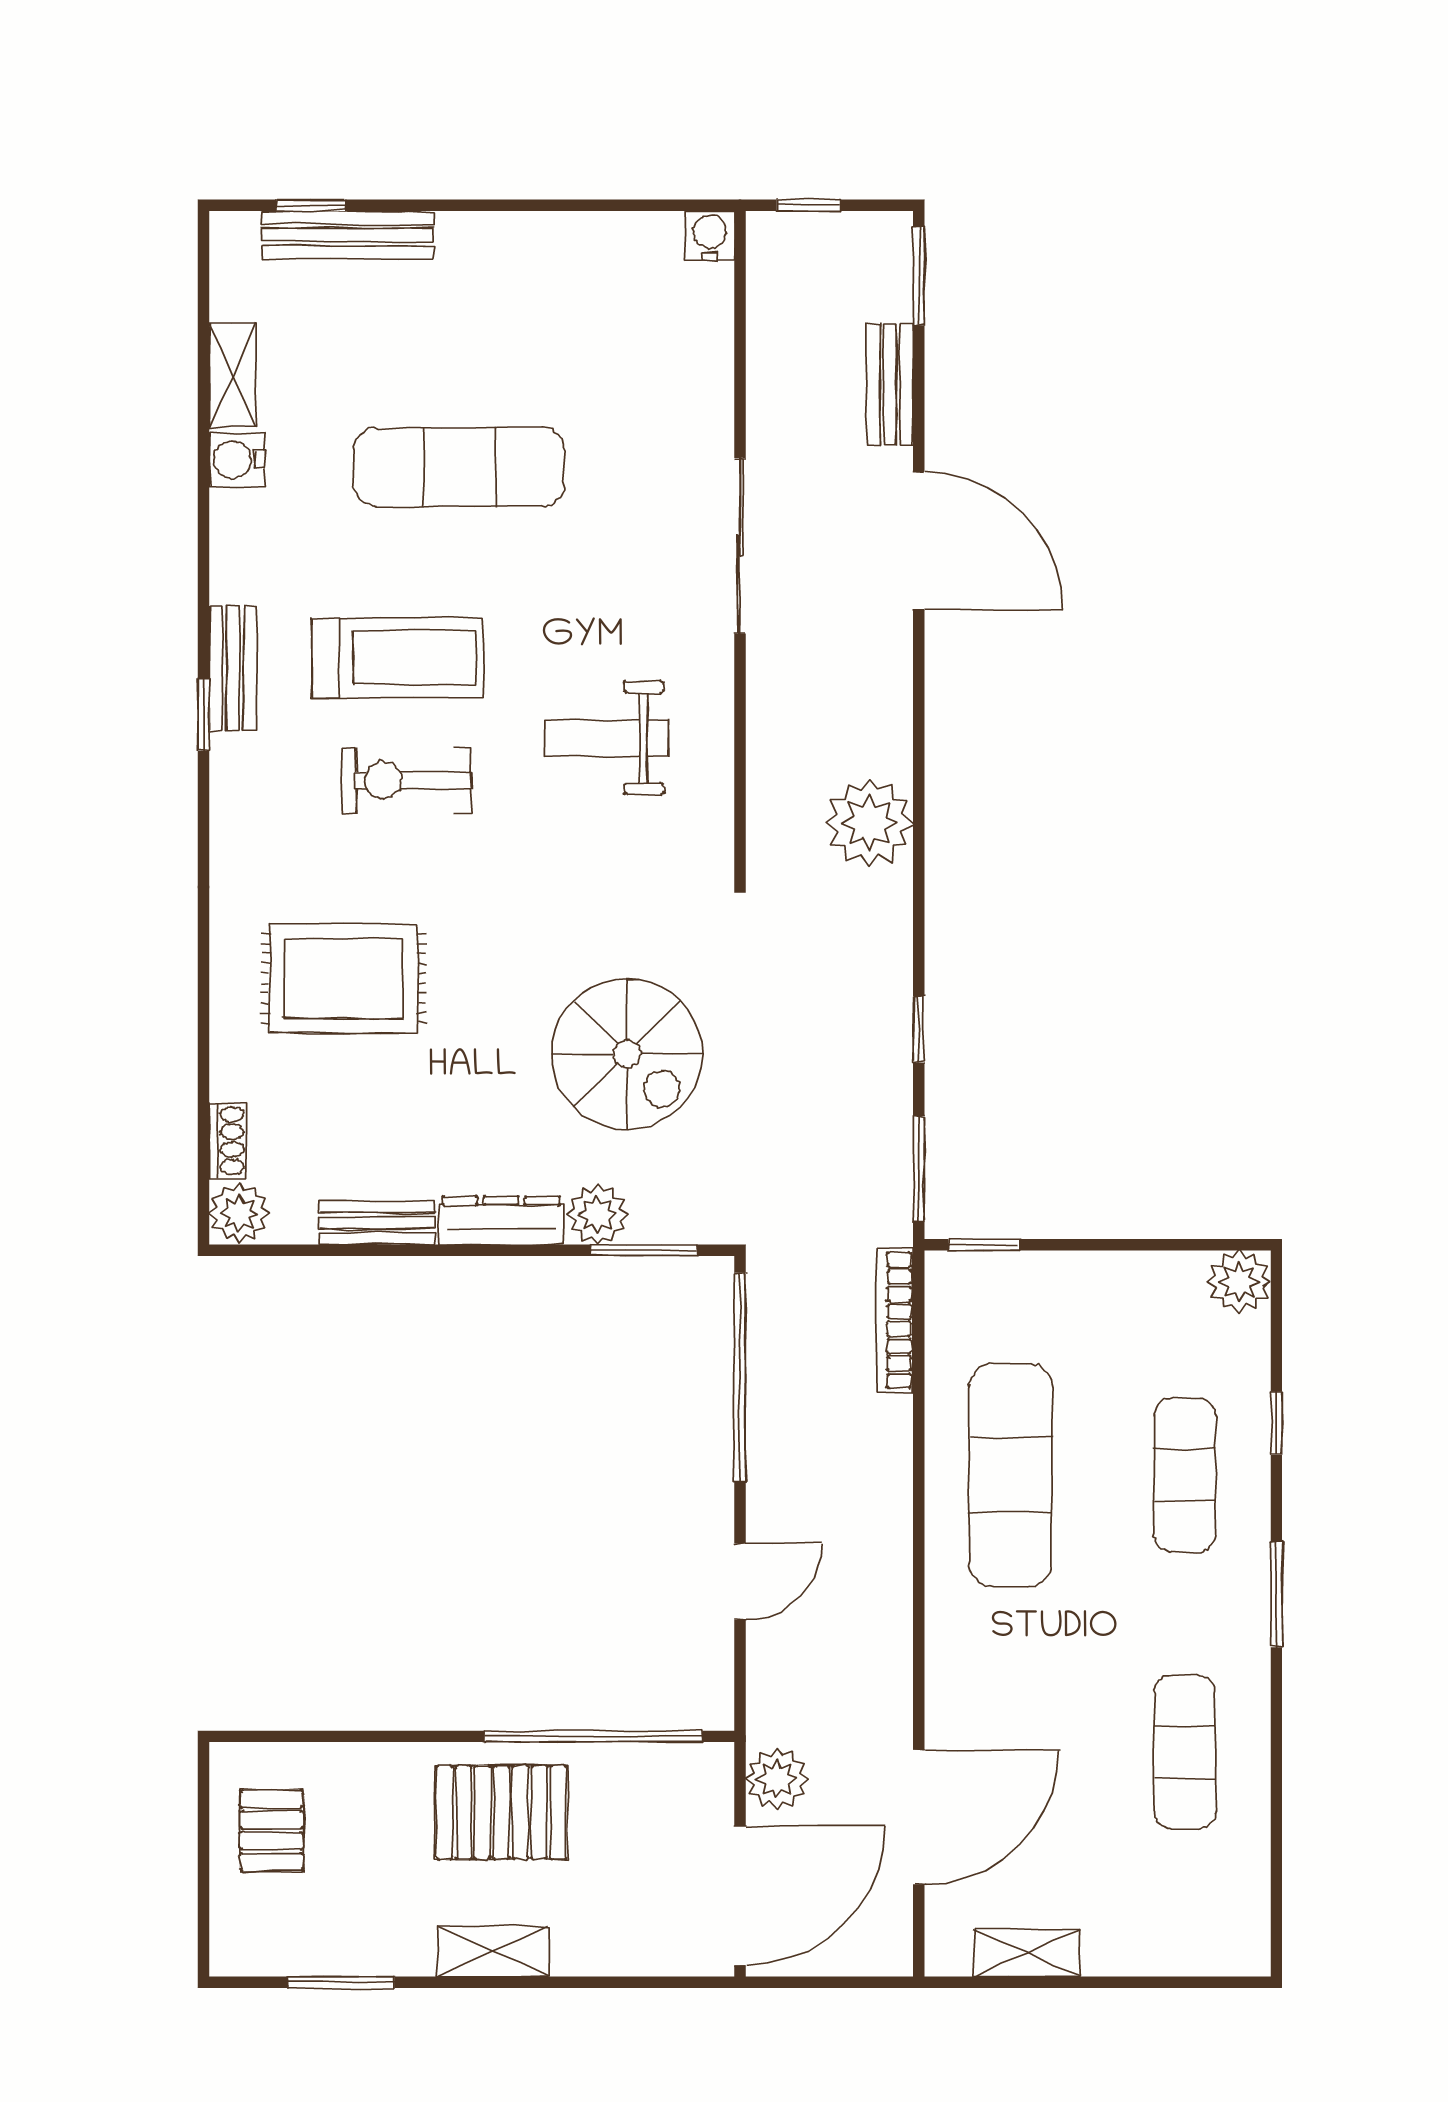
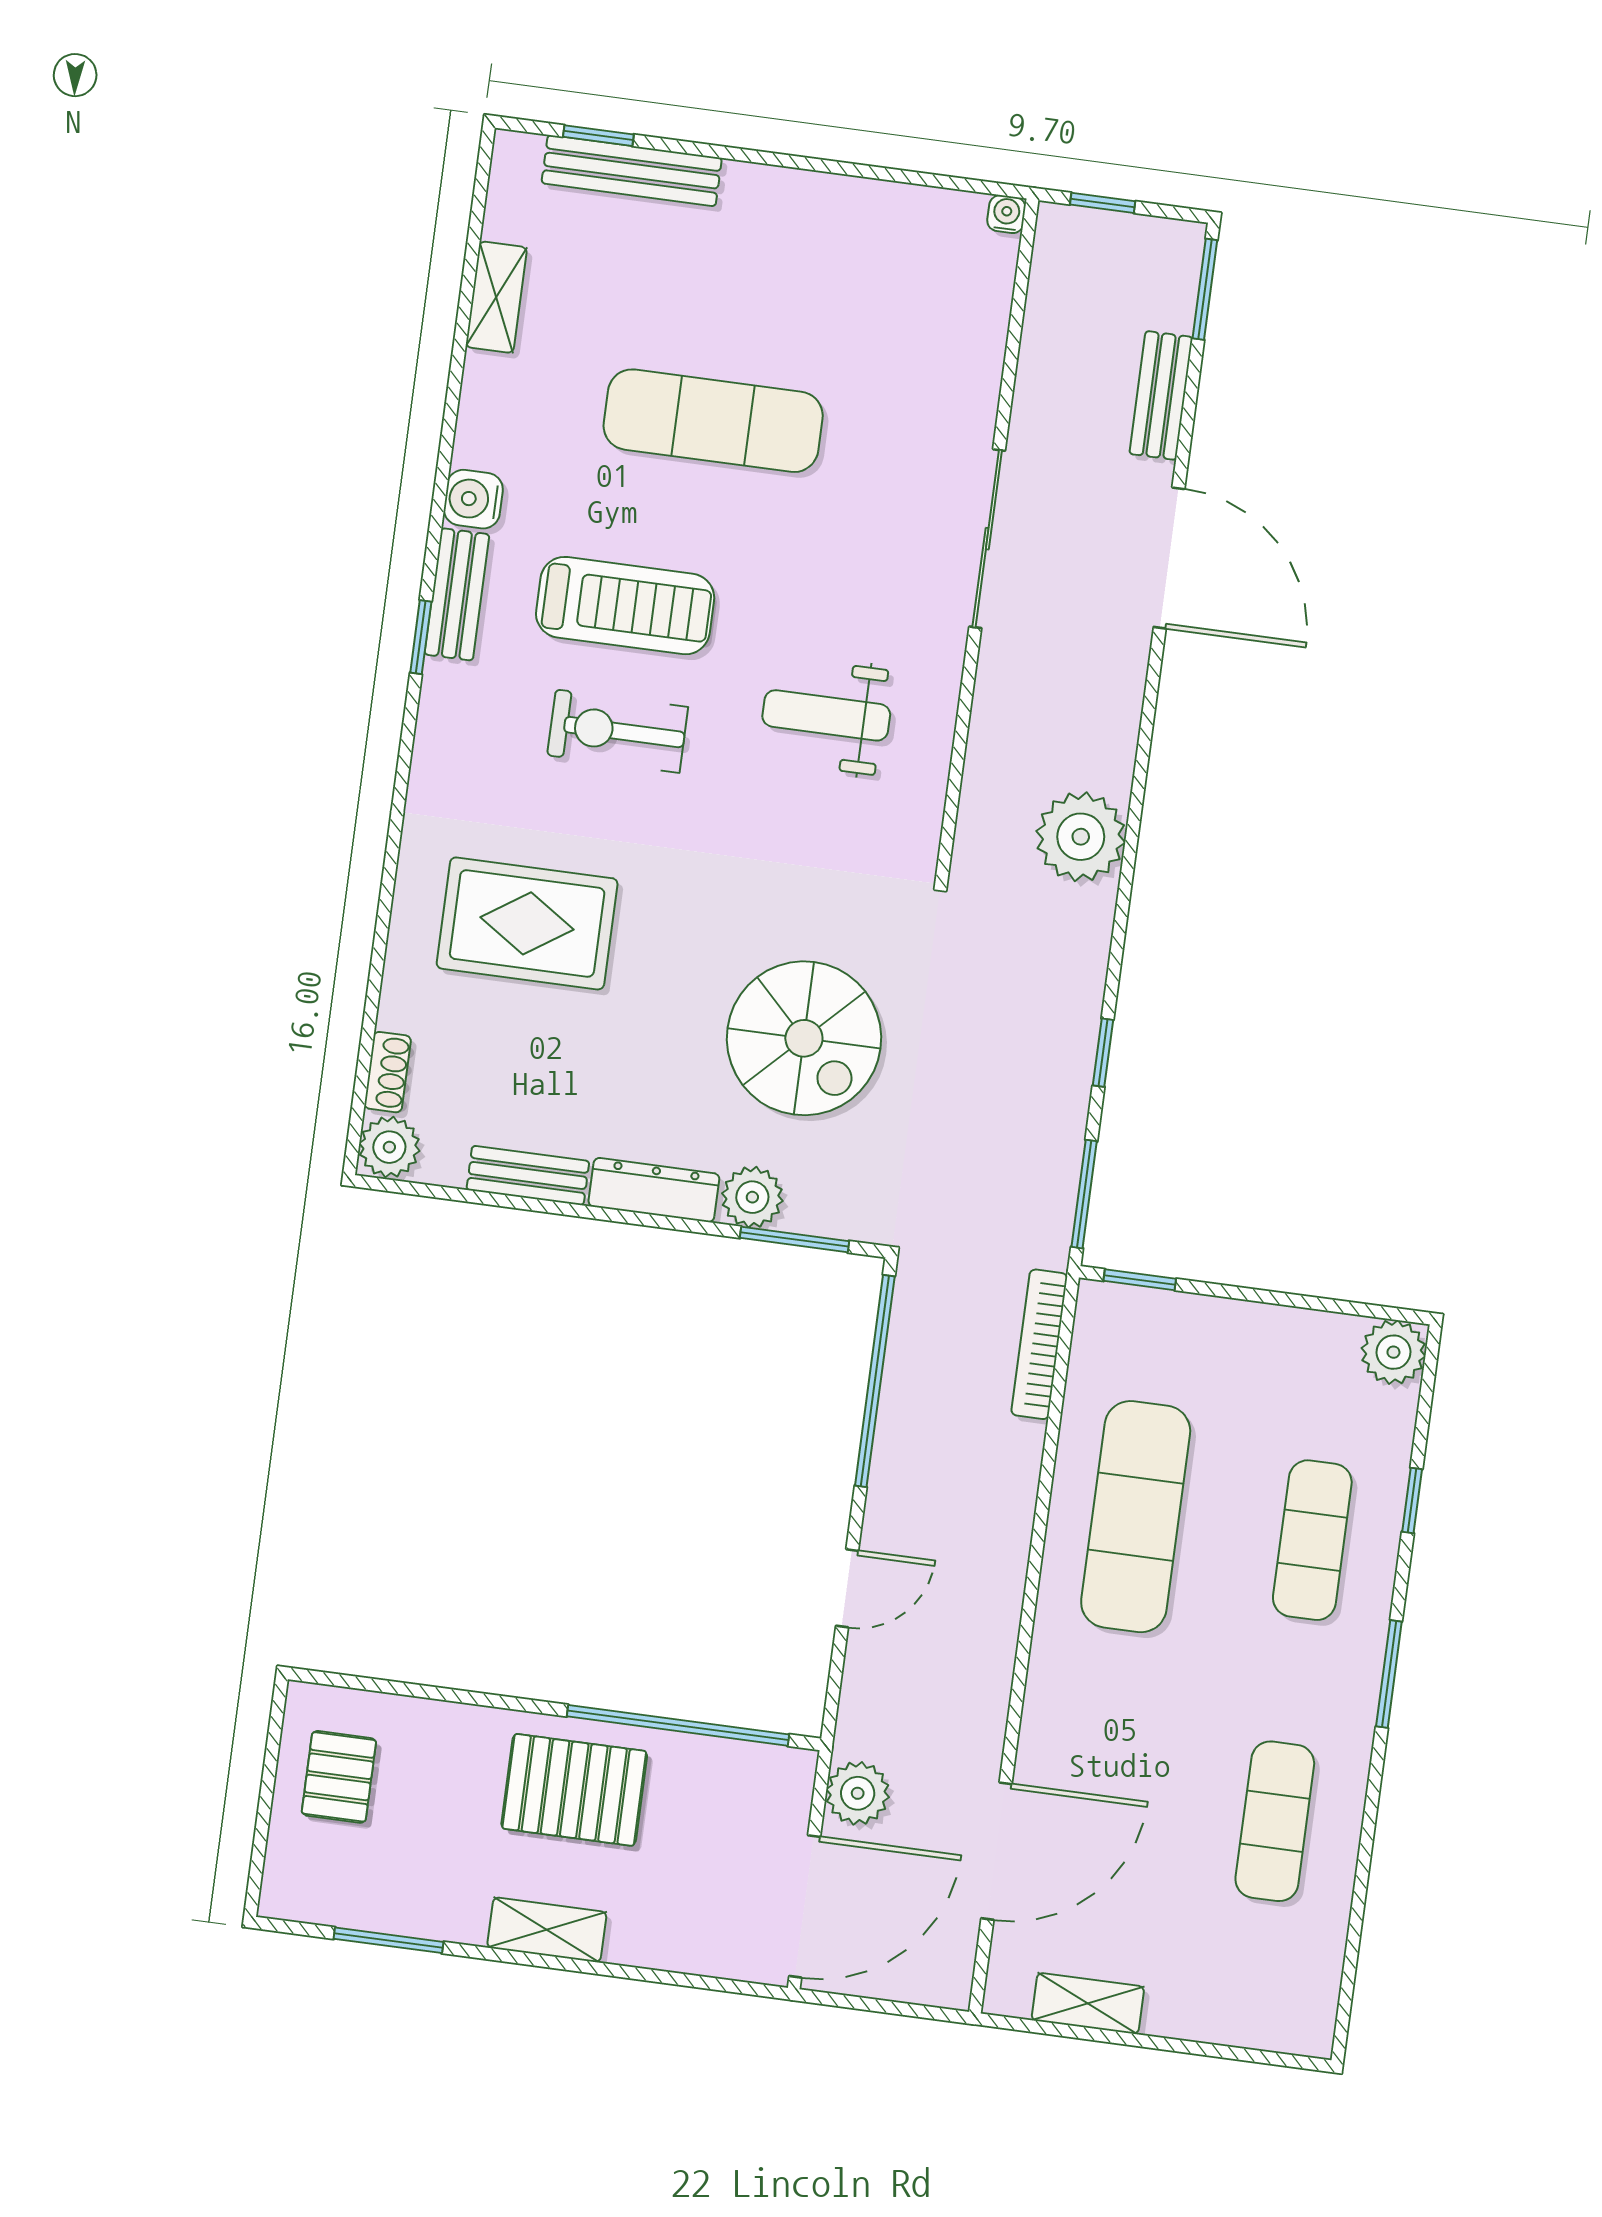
water cooler: (710, 235) -> (1006, 214), width x0.72, depth x0.72
water cooler: (237, 459) -> (473, 499), moved

